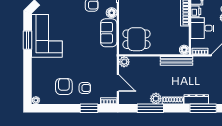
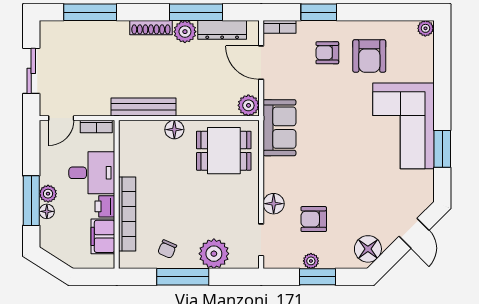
sofa: (109, 33) -> (279, 128), moved
corner sofa: (47, 36) -> (403, 126), moved
floor lamp: (184, 50) -> (174, 130), moved
dresser: (196, 99) -> (222, 30), moved

